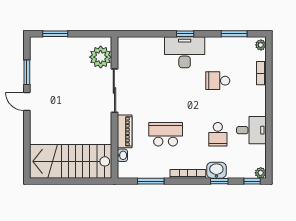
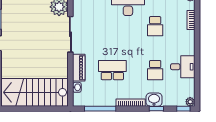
school desk: (218, 81) -> (155, 26), turned -90
window: (151, 181) -> (100, 109), width x1.44

